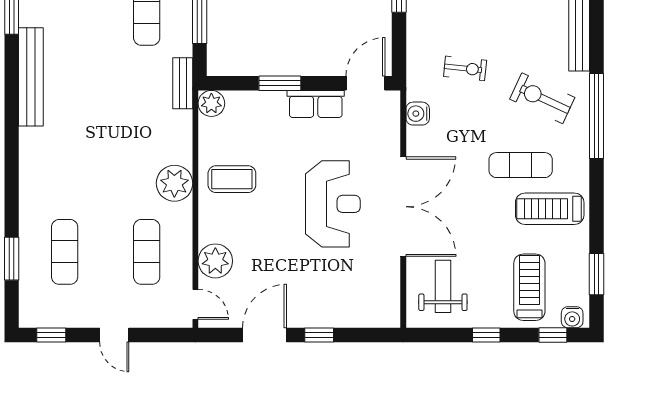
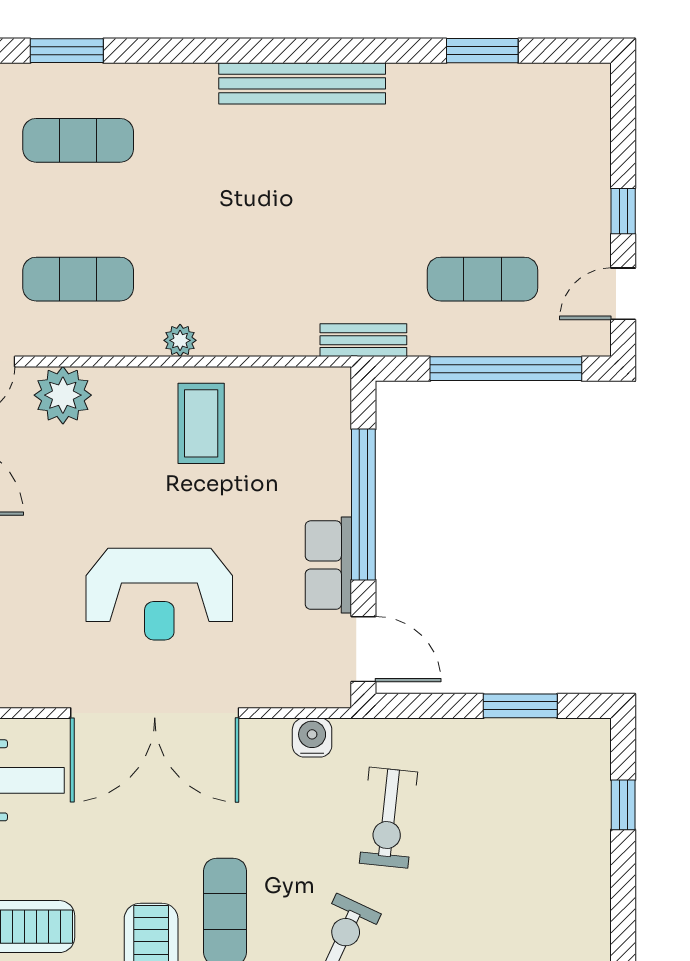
exercise bike: (465, 68) -> (389, 818), width x1.38, depth x1.39
bench: (31, 77) -> (302, 83), moved
window: (280, 83) -> (363, 504), width x2.11
plant: (211, 103) -> (329, 389), removed
plant: (174, 183) -> (180, 340), width x0.53, depth x0.53

